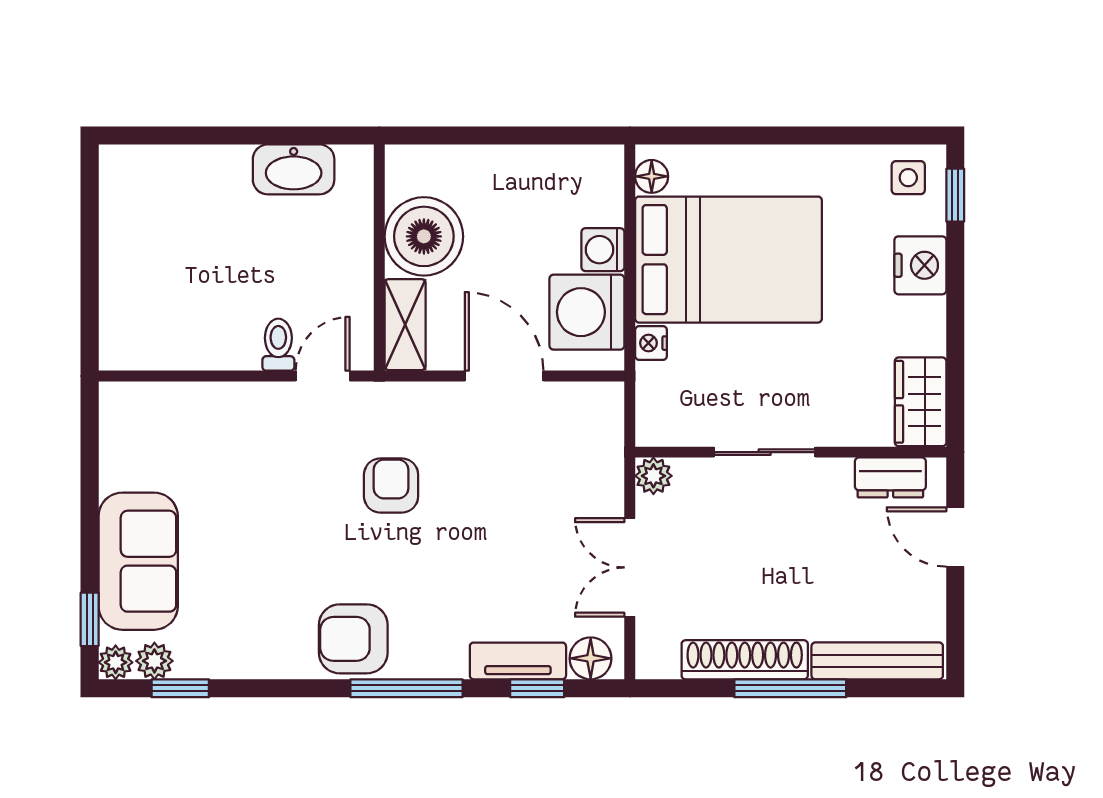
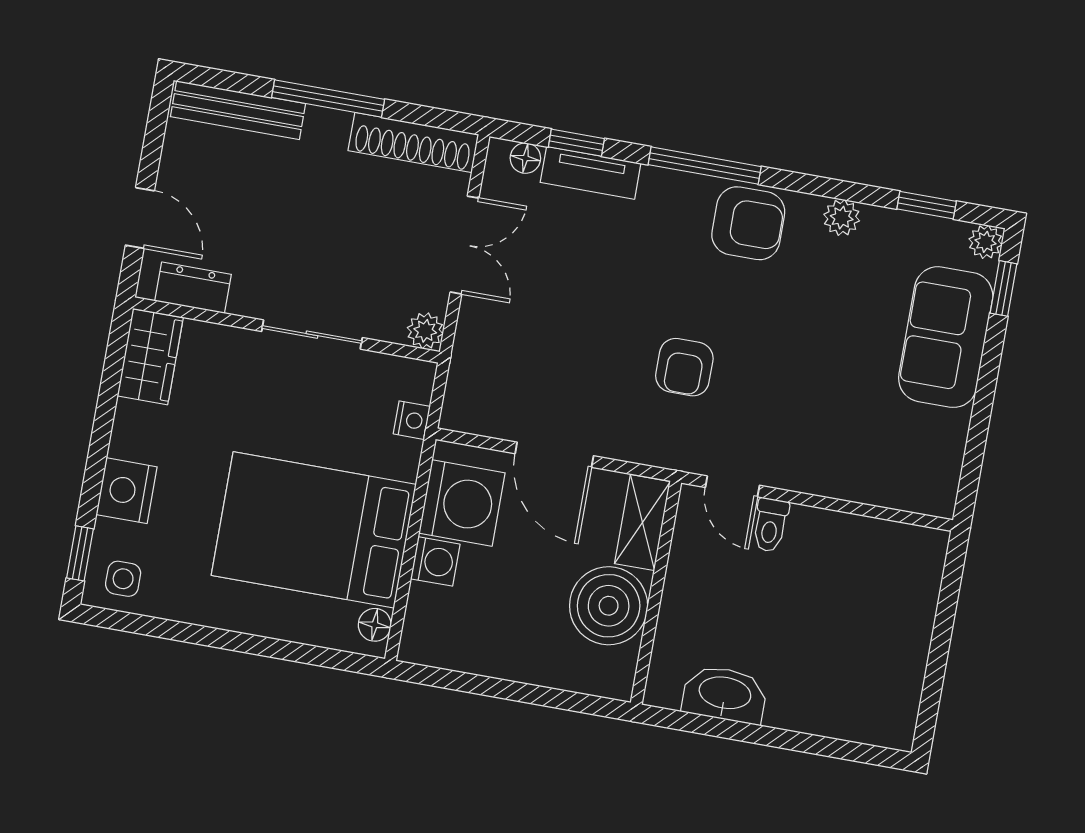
nightstand: (651, 343) -> (412, 420), moved
door: (323, 376) -> (732, 486), hinge flipped
floor lamp: (591, 658) -> (525, 158), width x0.73, depth x0.73
shoe rack: (745, 660) -> (413, 142), moved
plant: (154, 661) -> (842, 218), moved

